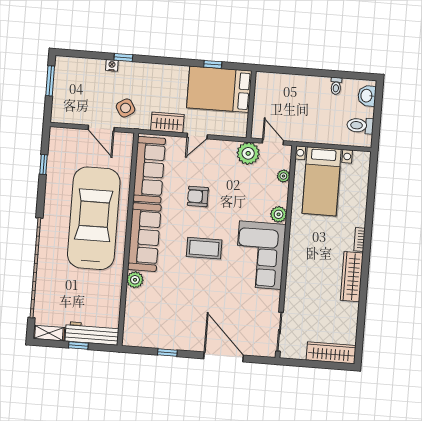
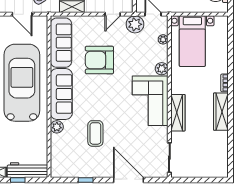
door: (197, 136) -> (113, 14), moved
armchair: (198, 196) -> (99, 60), width x1.88, depth x1.88
coffee table: (204, 248) -> (95, 133), moved, turned 90
wardrobe: (331, 353) -> (178, 113), moved, turned 90

